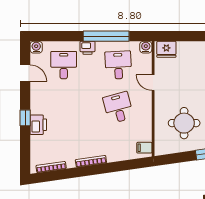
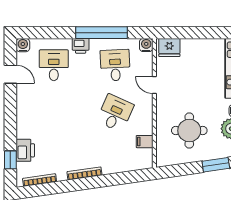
desk: (118, 108) -> (115, 113), turned 39
window: (25, 118) -> (10, 160), moved
printer: (38, 125) -> (25, 150), moved
filing cabinet: (144, 148) -> (145, 142), moved

